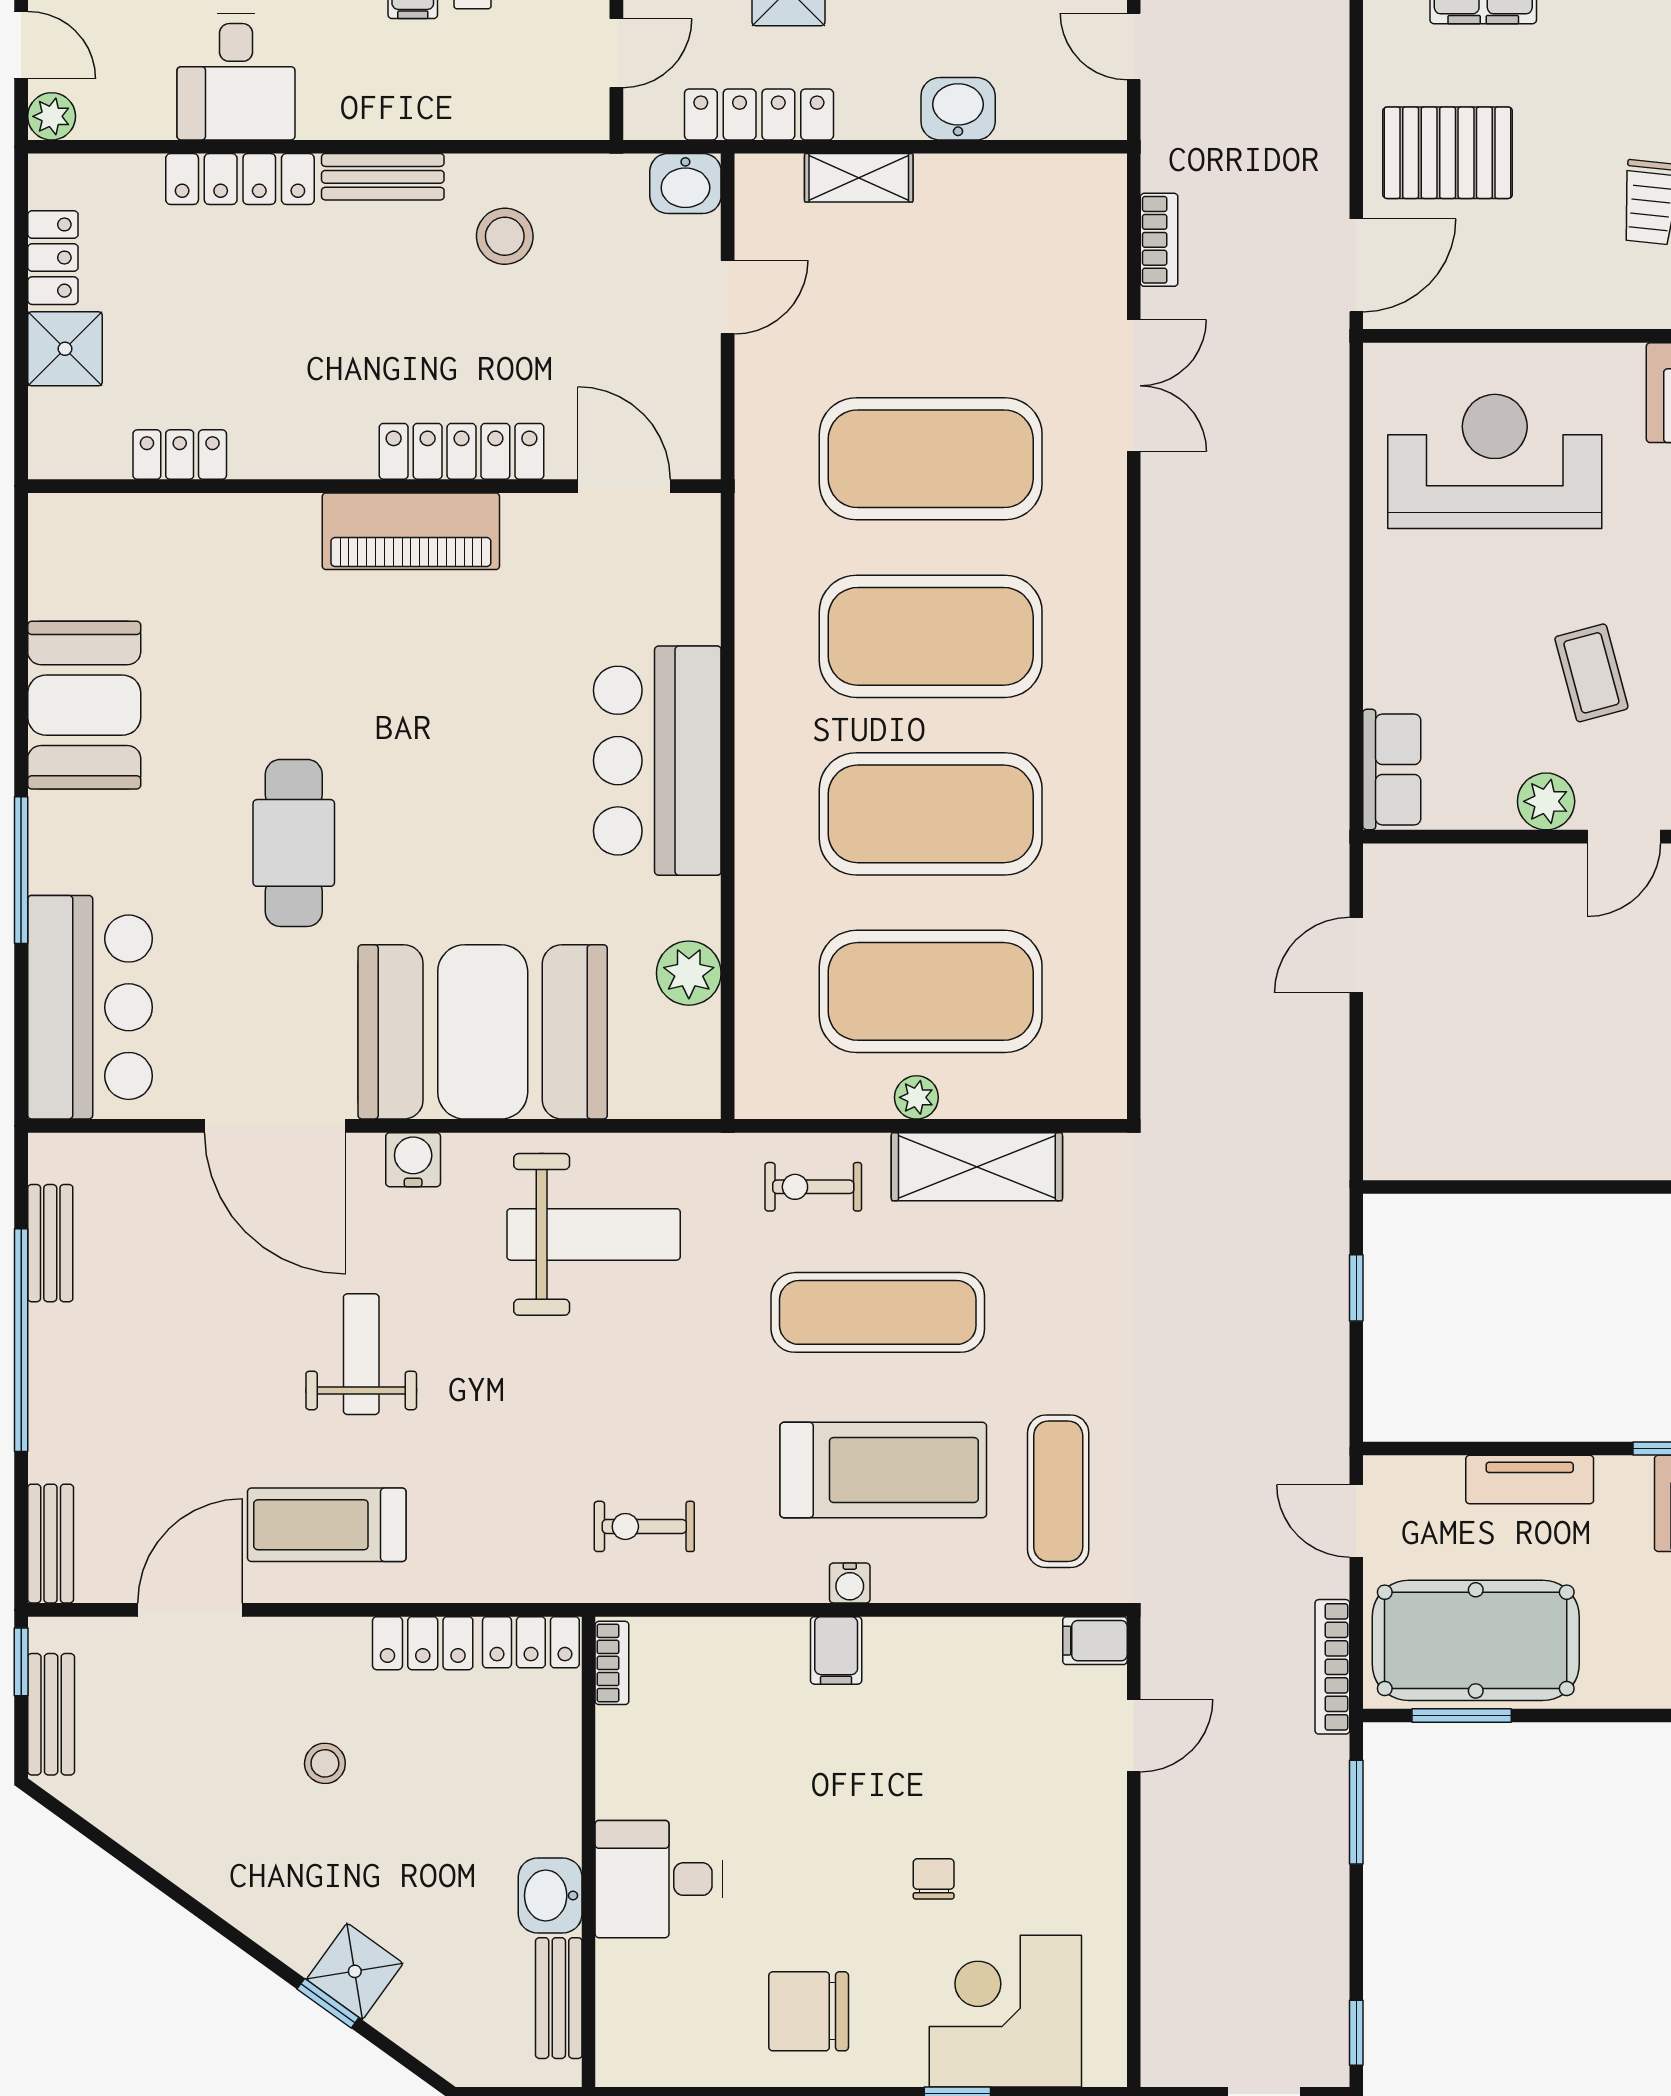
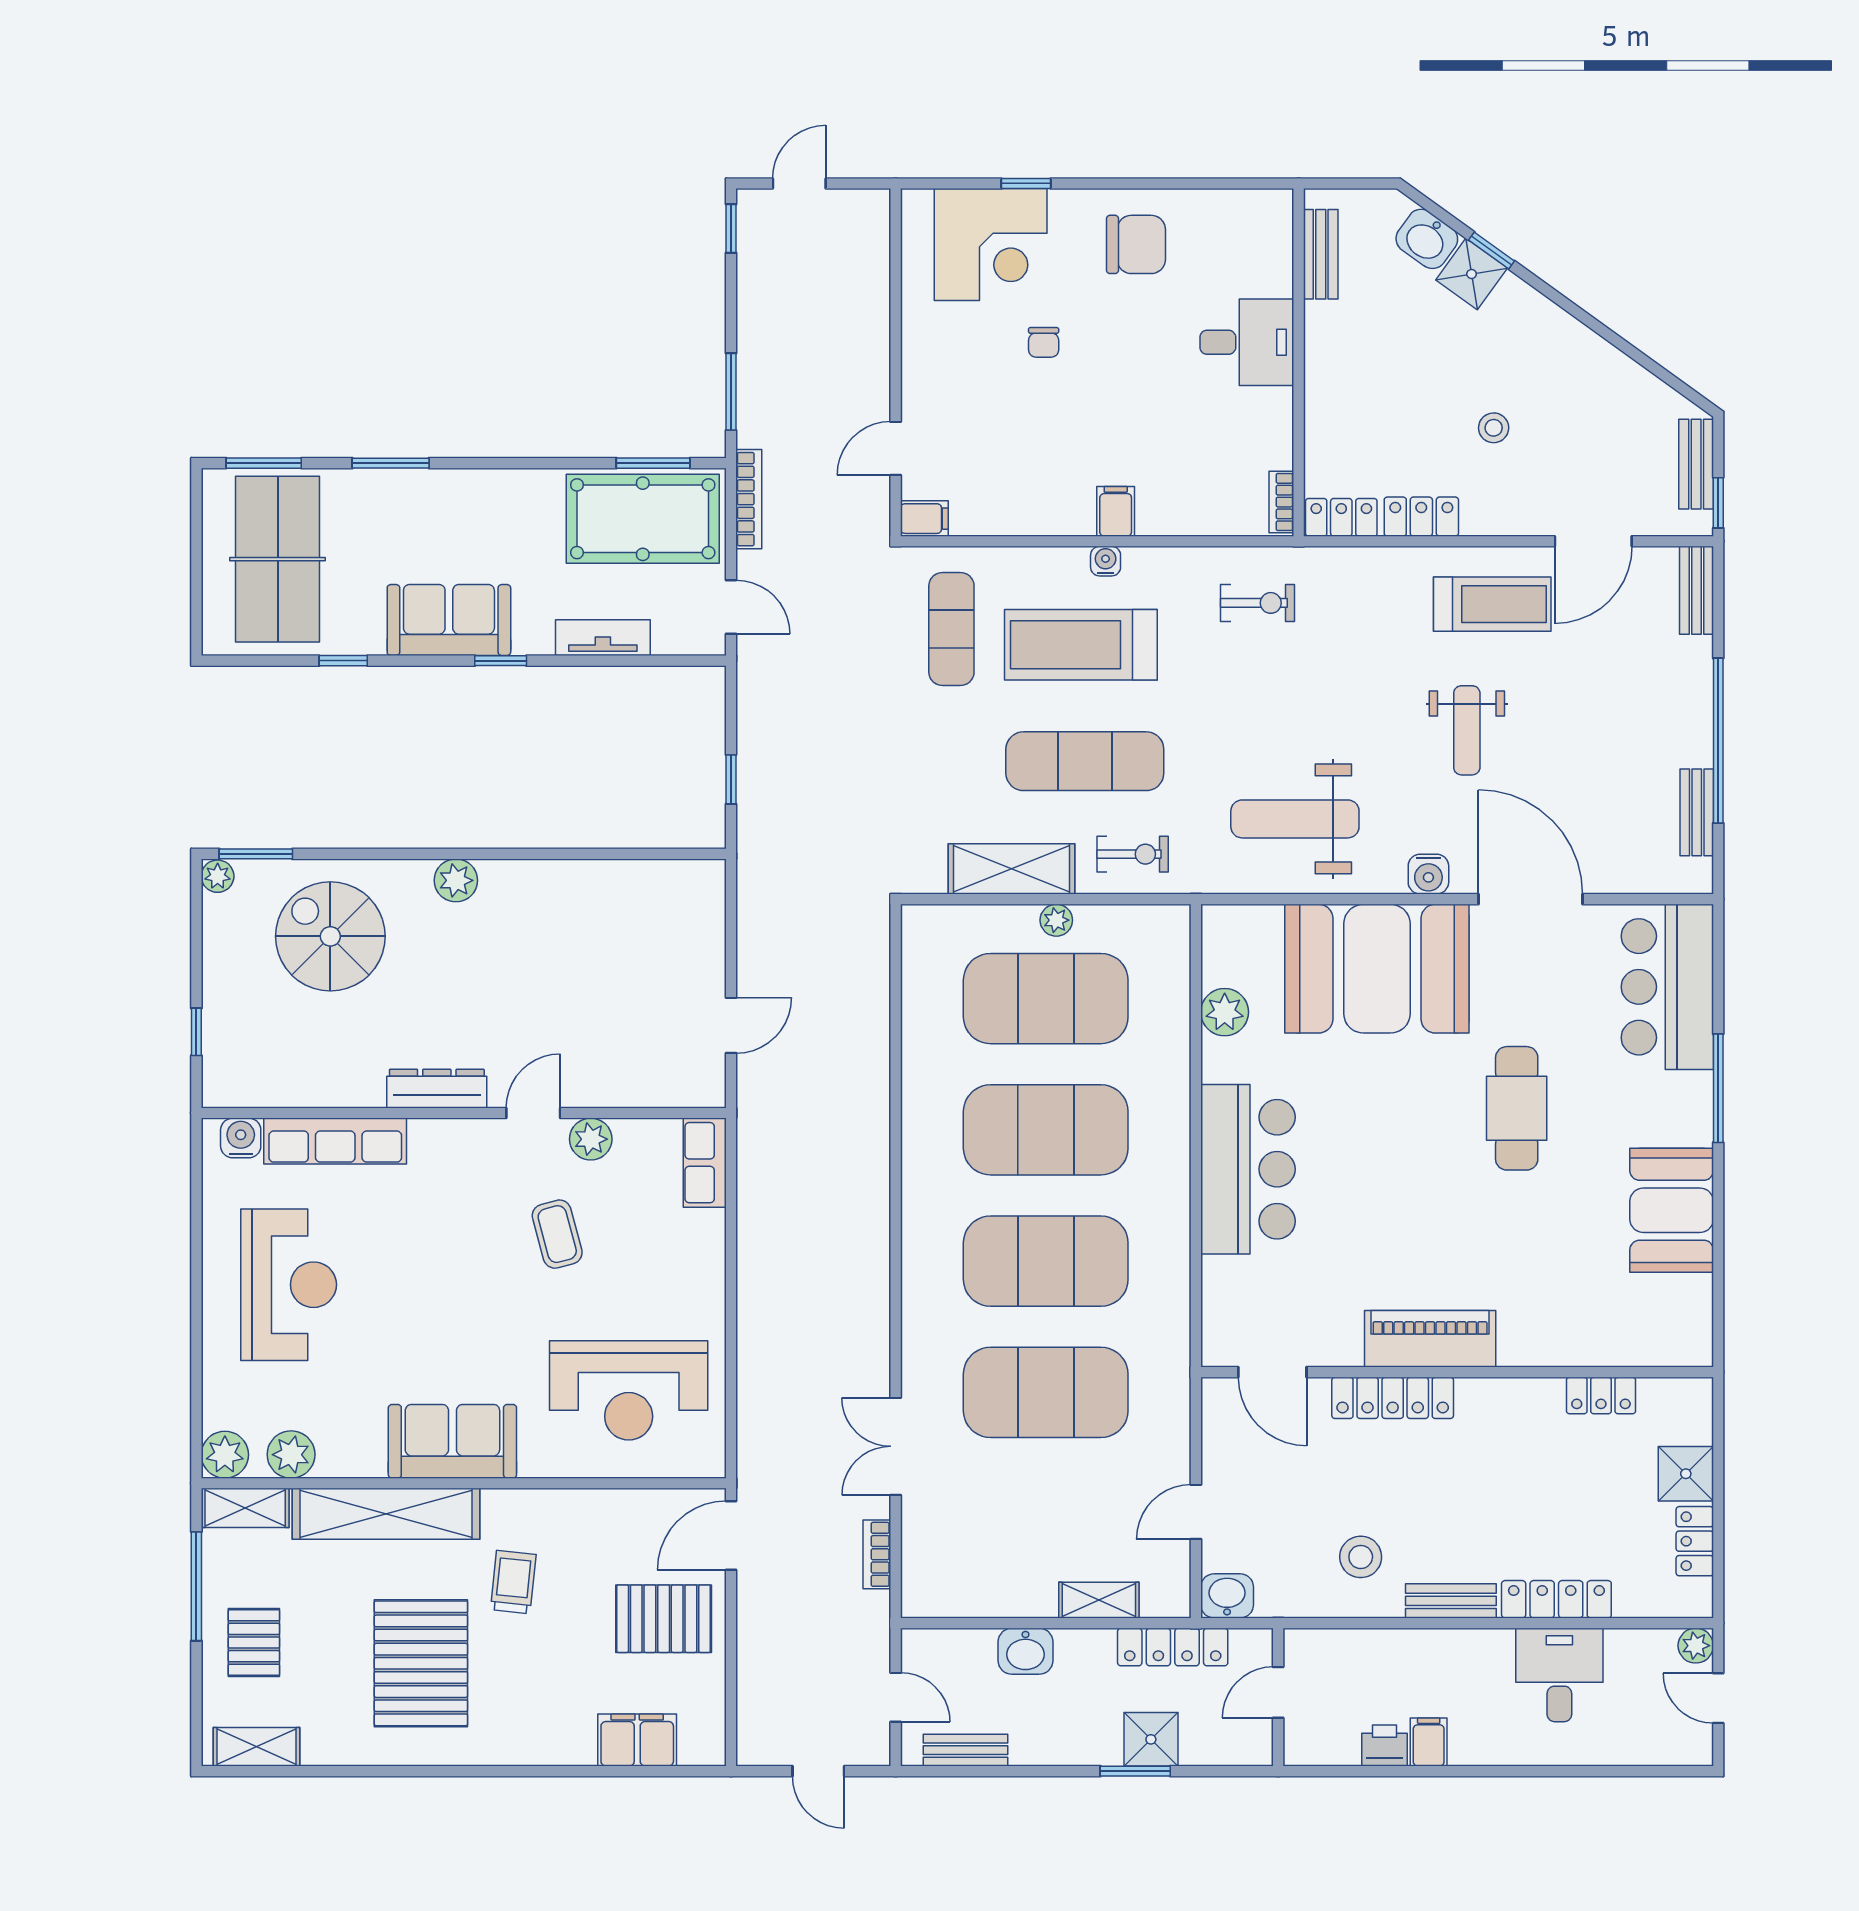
washbasin: (550, 1896) -> (1427, 239), moved, turned 126

